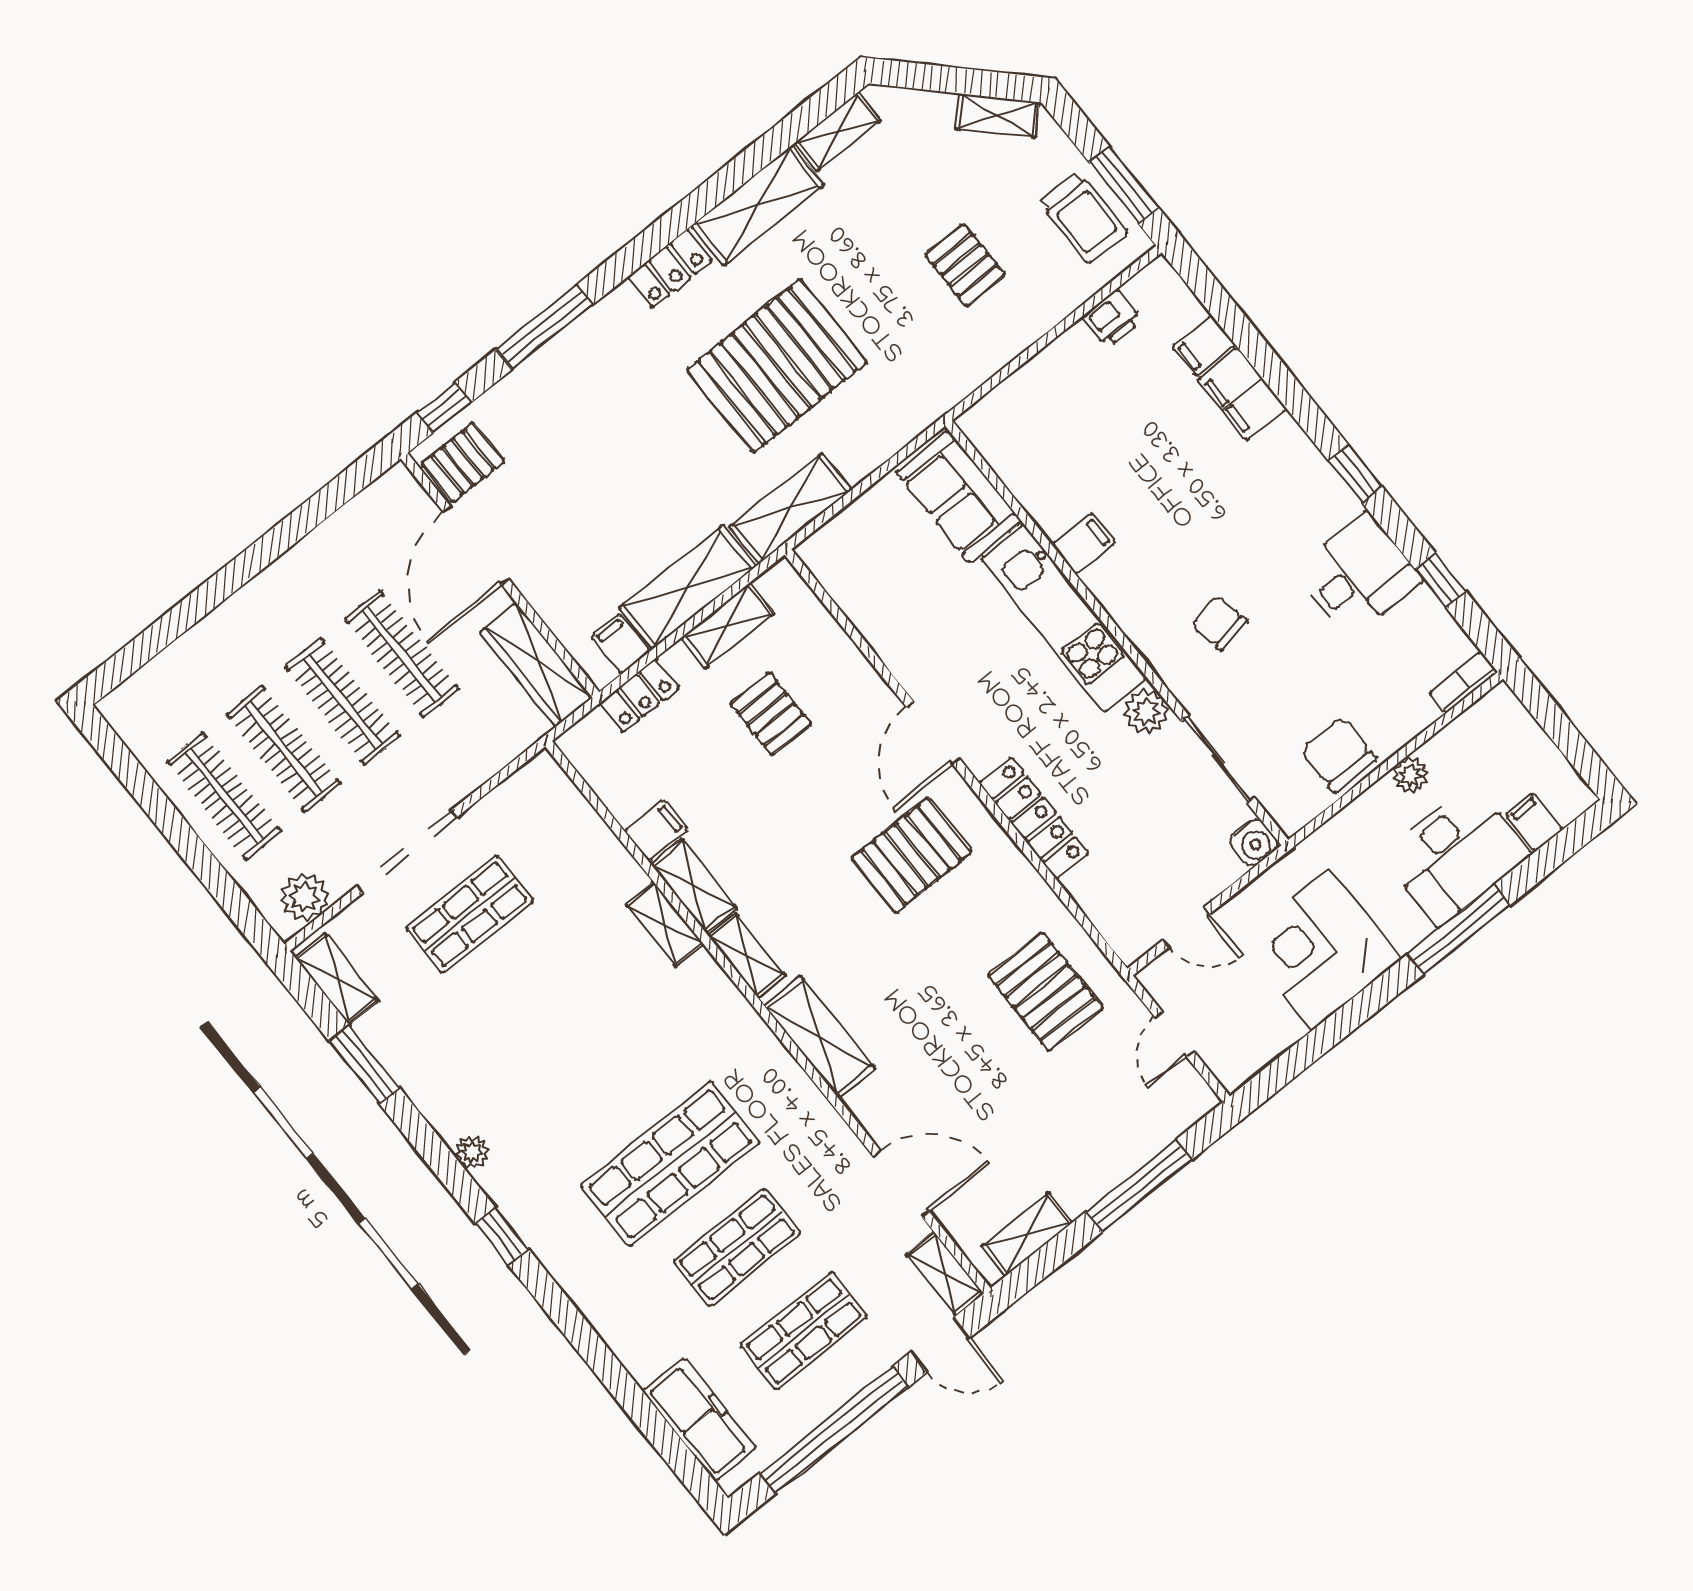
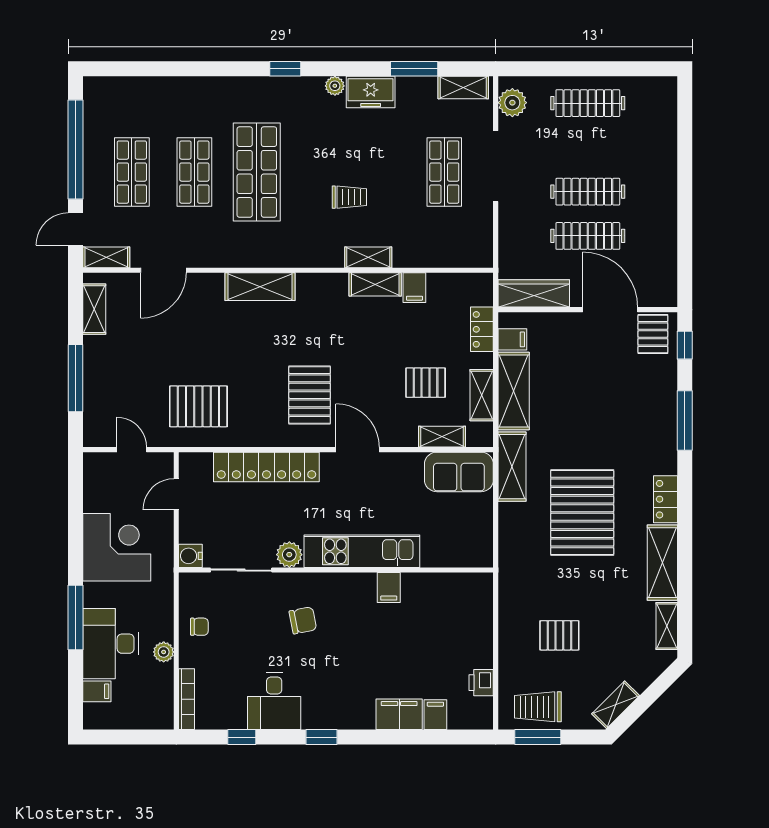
sofa: (959, 497) -> (459, 472), moved, turned 180
bookcase: (1463, 682) -> (187, 699), width x1.56
clothes rail: (283, 749) -> (588, 147), removed
chair: (1338, 755) -> (199, 627), width x0.54, depth x0.54
locker: (1034, 818) -> (266, 467), width x1.41, depth x1.21
shelving: (747, 956) -> (442, 437), moved
trolley: (605, 1014) -> (349, 197), added
freezer: (699, 1419) -> (371, 92), moved, width x0.71

